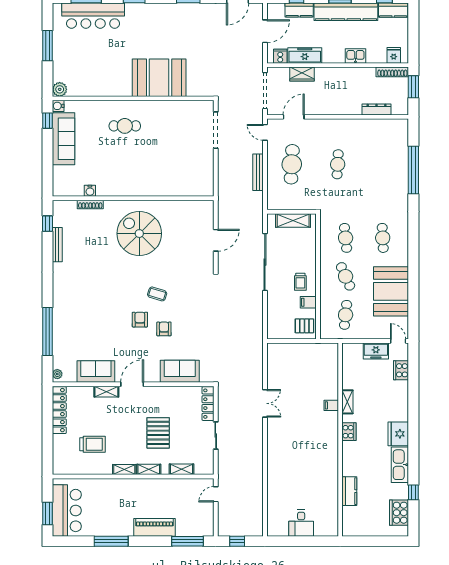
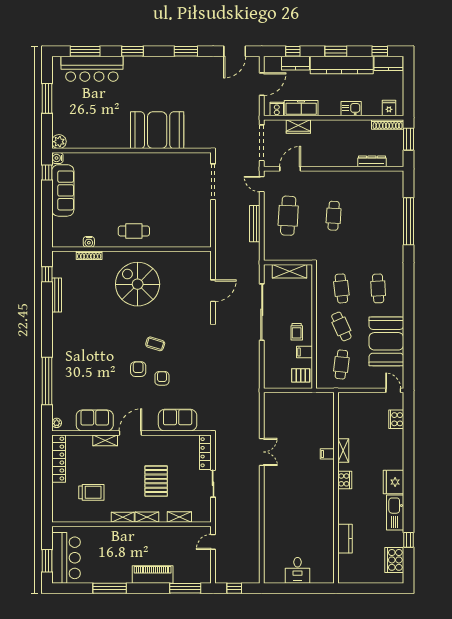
cafe table: (125, 126) -> (134, 231), moved
freezer: (376, 351) -> (371, 400), removed

